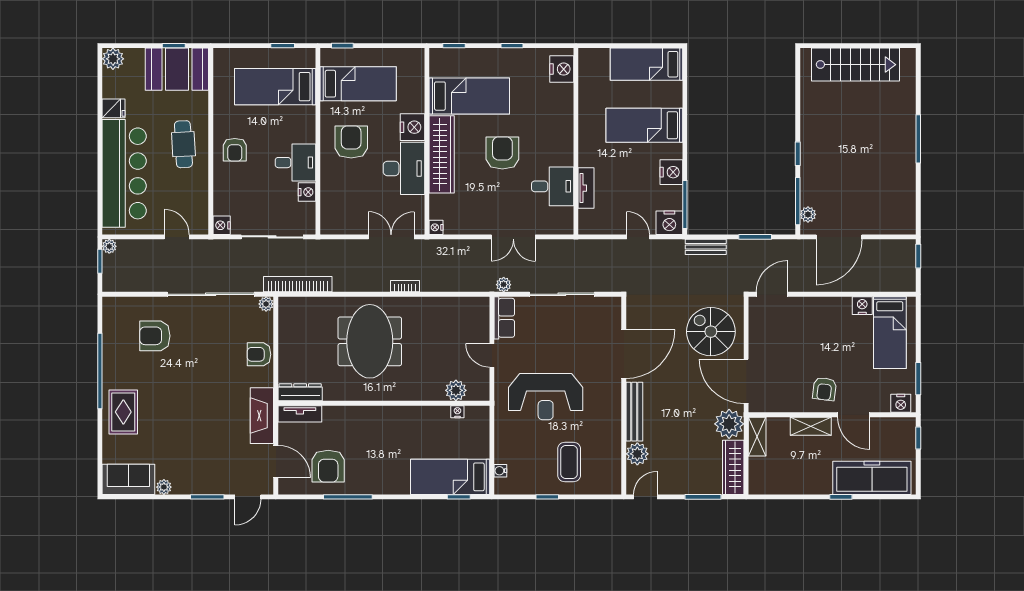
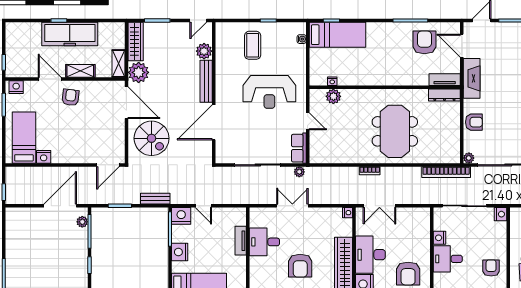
reception desk: (546, 397) -> (269, 92), turned 180
freezer: (872, 478) -> (70, 34), moved

